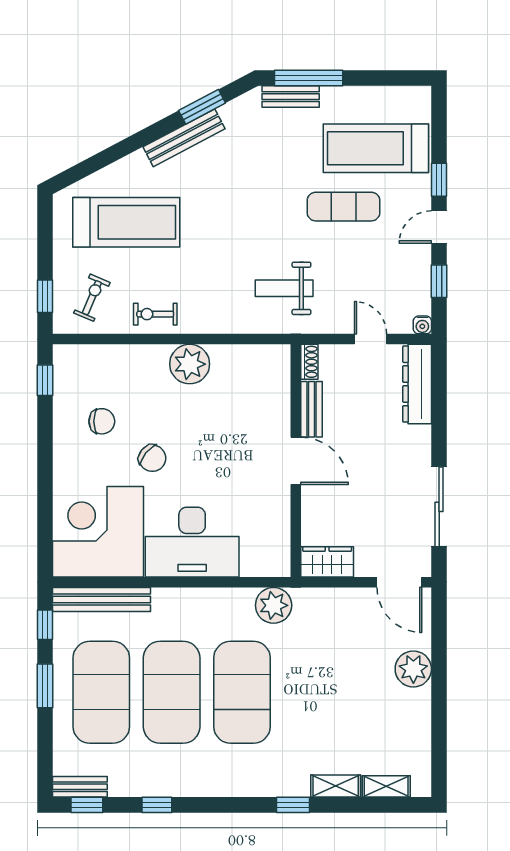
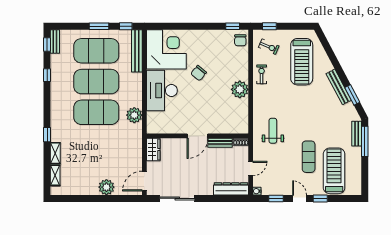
chair: (102, 421) -> (240, 40), moved
plant: (274, 605) -> (134, 115), moved

